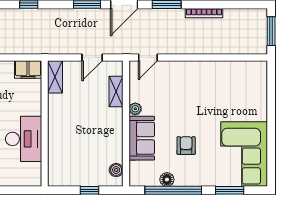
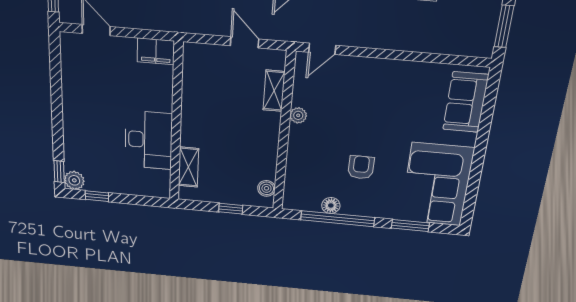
door: (92, 57) -> (245, 42), swing flipped
shelving: (55, 77) -> (188, 167), moved
sofa: (142, 138) -> (466, 102), moved, turned 180

